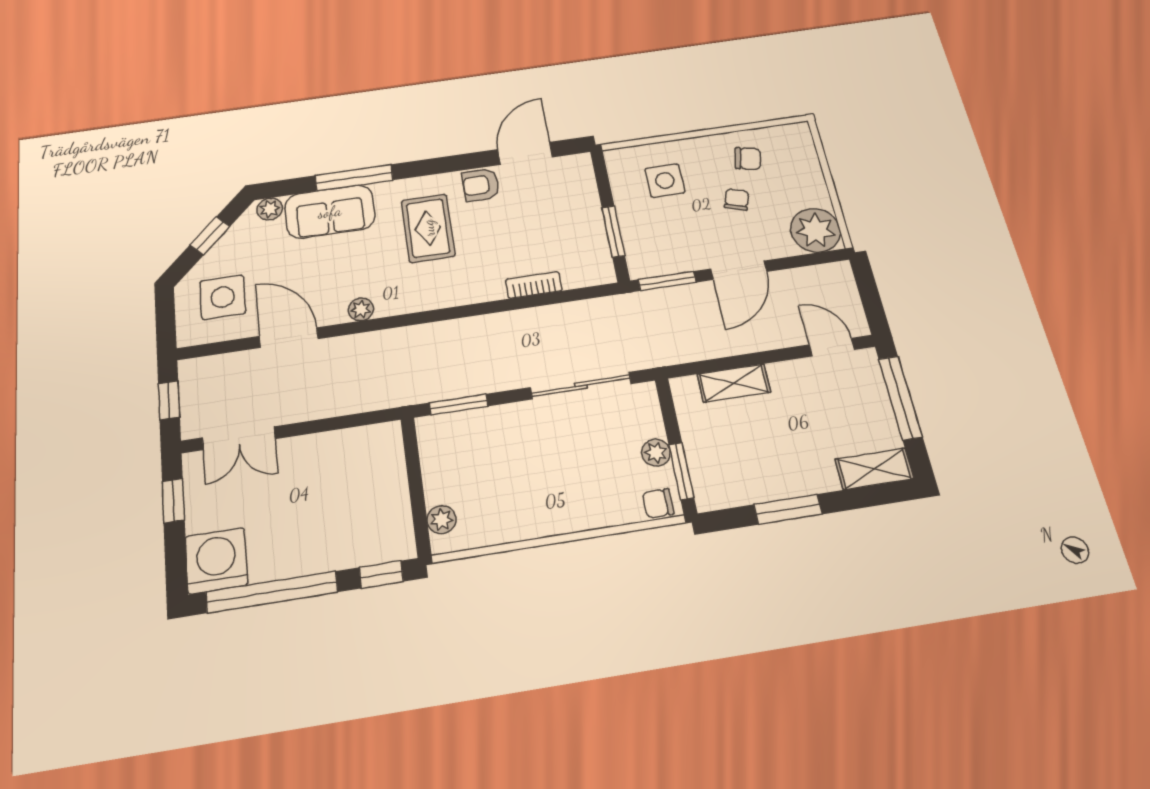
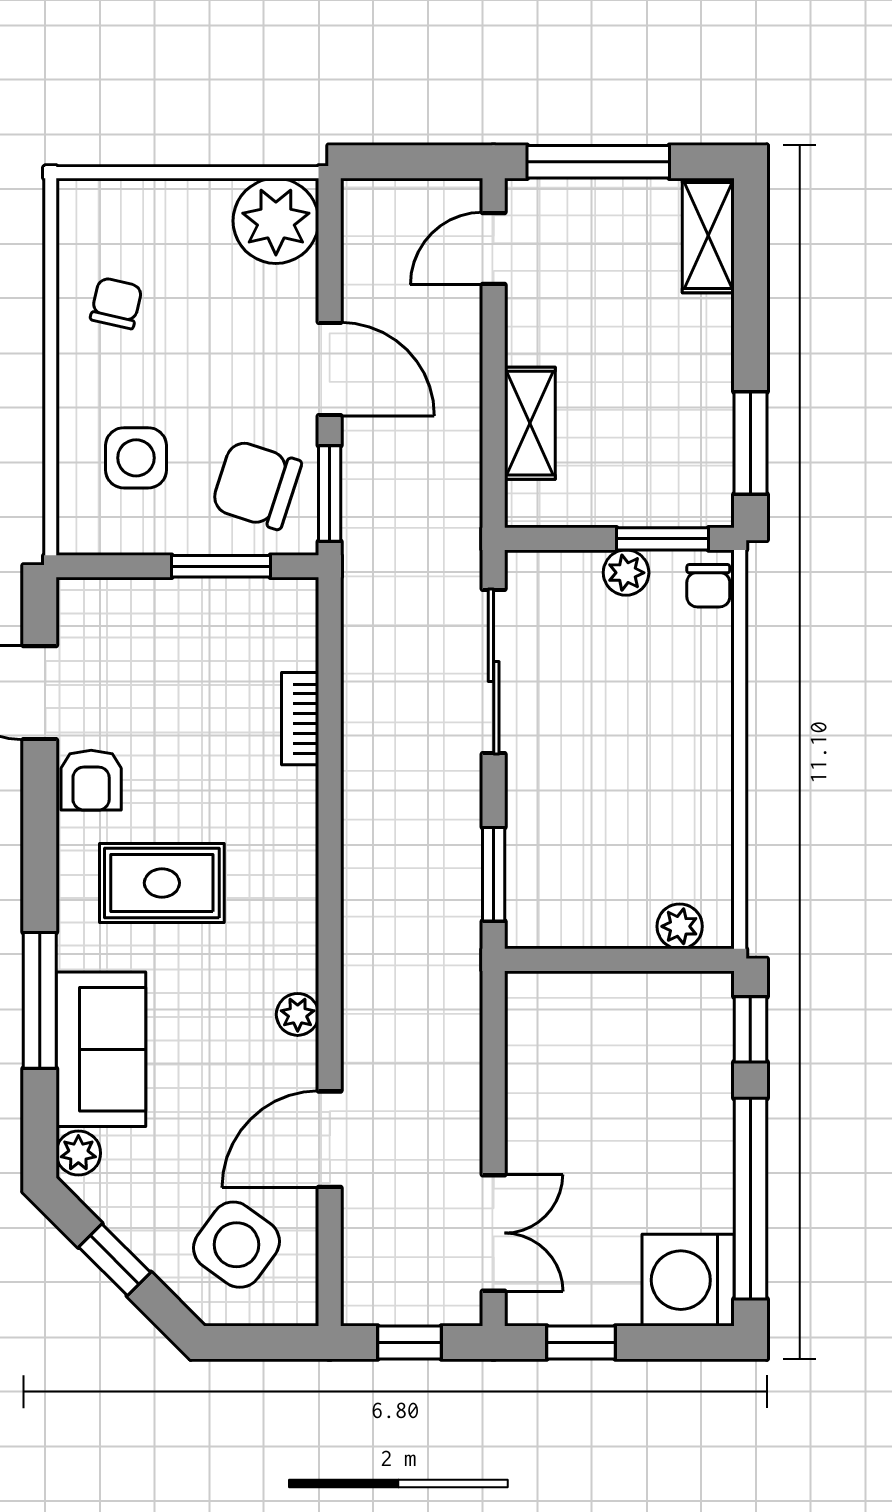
chair: (737, 200) -> (256, 485), moved, width x1.87, depth x1.87
side table: (223, 297) -> (236, 1245), turned 36
window: (788, 509) -> (750, 443), moved

